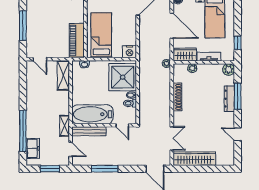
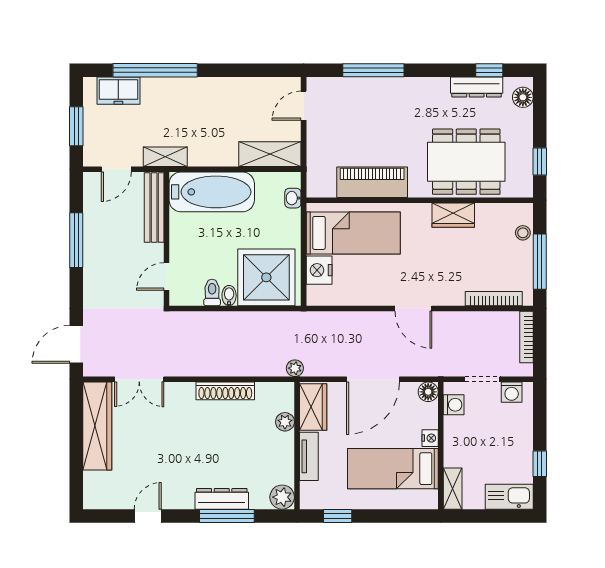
piano: (77, 40) -> (372, 182), moved
nightstand: (130, 52) -> (319, 270), moved
bathtub: (92, 114) -> (212, 192), moved, turned 90

